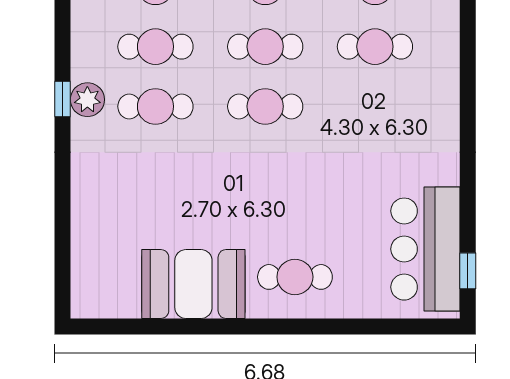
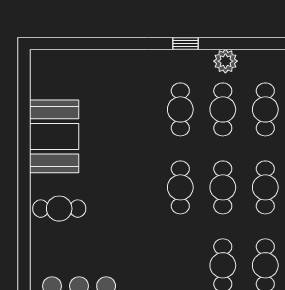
plant: (87, 100) -> (225, 61), moved
cafe table: (295, 277) -> (59, 209), turned 90

